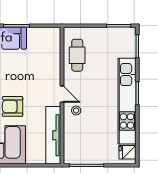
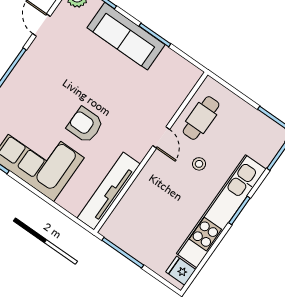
door: (62, 94) -> (161, 138), moved
stool: (76, 110) -> (199, 164), moved

